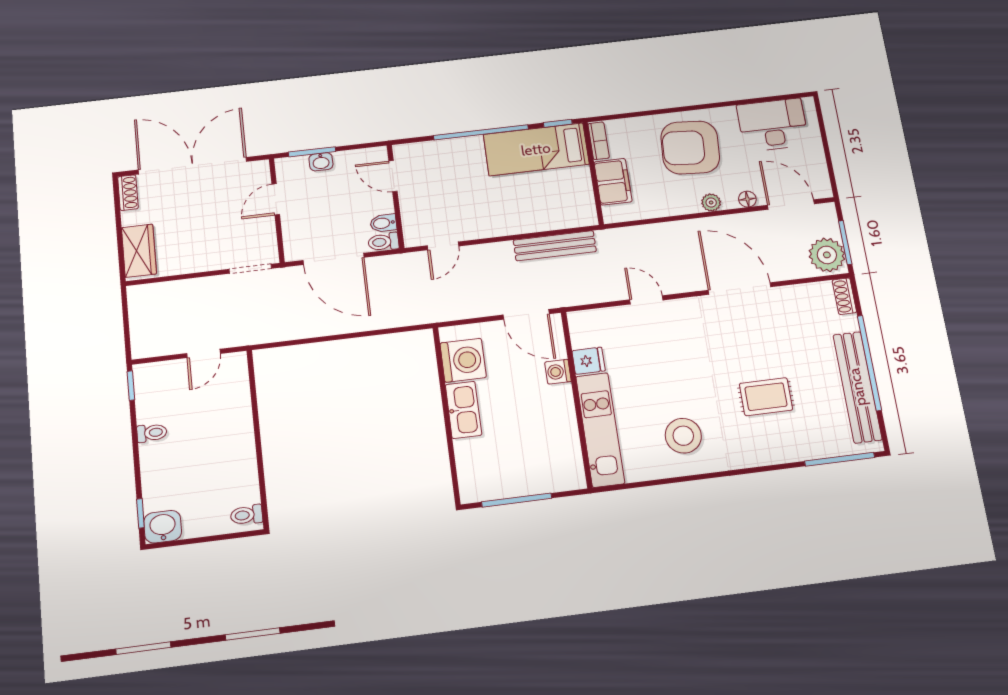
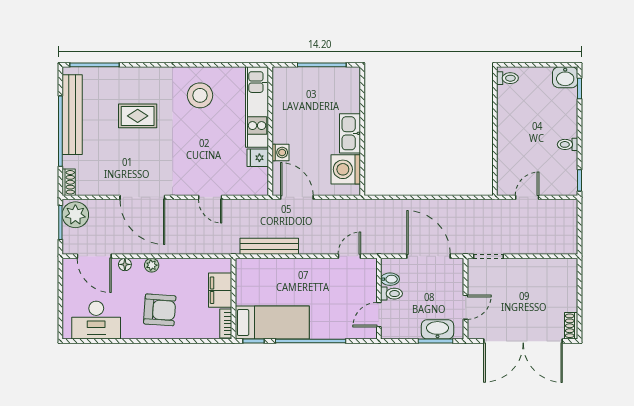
armchair: (690, 147) -> (160, 310), width x0.73, depth x0.73
washbasin: (321, 162) -> (437, 329), width x1.91, depth x1.45
door: (393, 176) -> (379, 315), swing flipped
toilet: (384, 242) -> (391, 294), moved
wardrobe: (139, 251) -> (567, 280), removed

